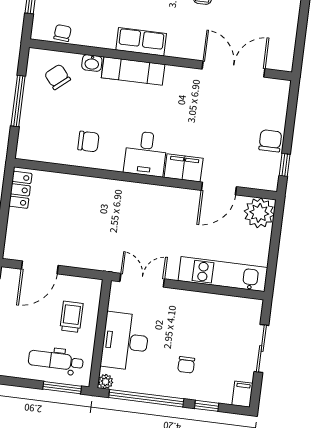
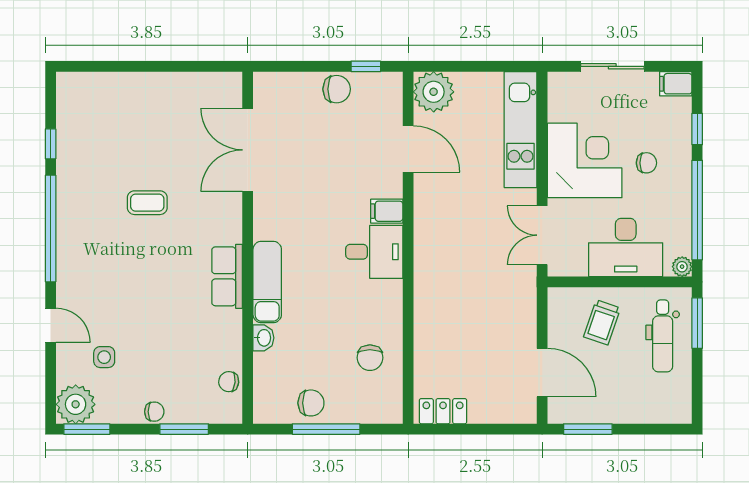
chair: (57, 77) -> (311, 403), moved, turned -140
chair: (270, 141) -> (337, 89), turned 180
chair: (88, 142) -> (370, 358), moved, turned 180
filing cabinet: (184, 168) -> (387, 211), width x0.50
trolley: (72, 317) -> (602, 322), turned -71
corner desk: (194, 319) -> (585, 160), added

